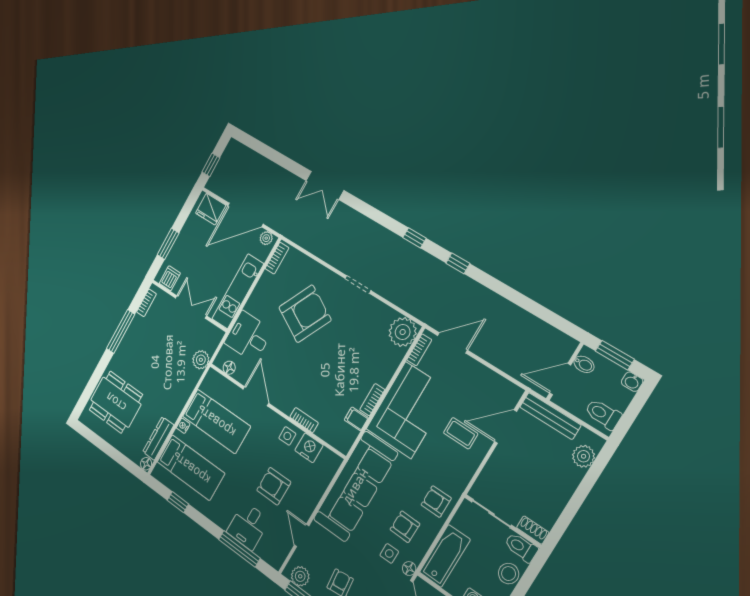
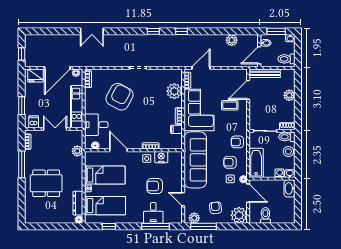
plant: (530, 326) -> (232, 40), added
plant: (403, 332) -> (174, 91), moved
dining table: (116, 402) -> (46, 183), moved
plant: (584, 456) -> (289, 95), moved

